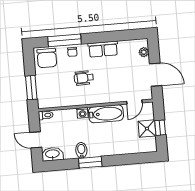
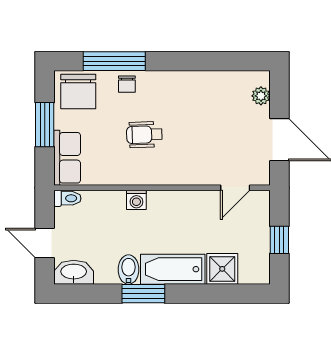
row of seats: (103, 49) -> (67, 158), moved, turned -90
window: (31, 88) -> (45, 125), moved
bathtub: (106, 114) -> (173, 269), moved, turned 180
shower: (147, 129) -> (222, 269), moved

